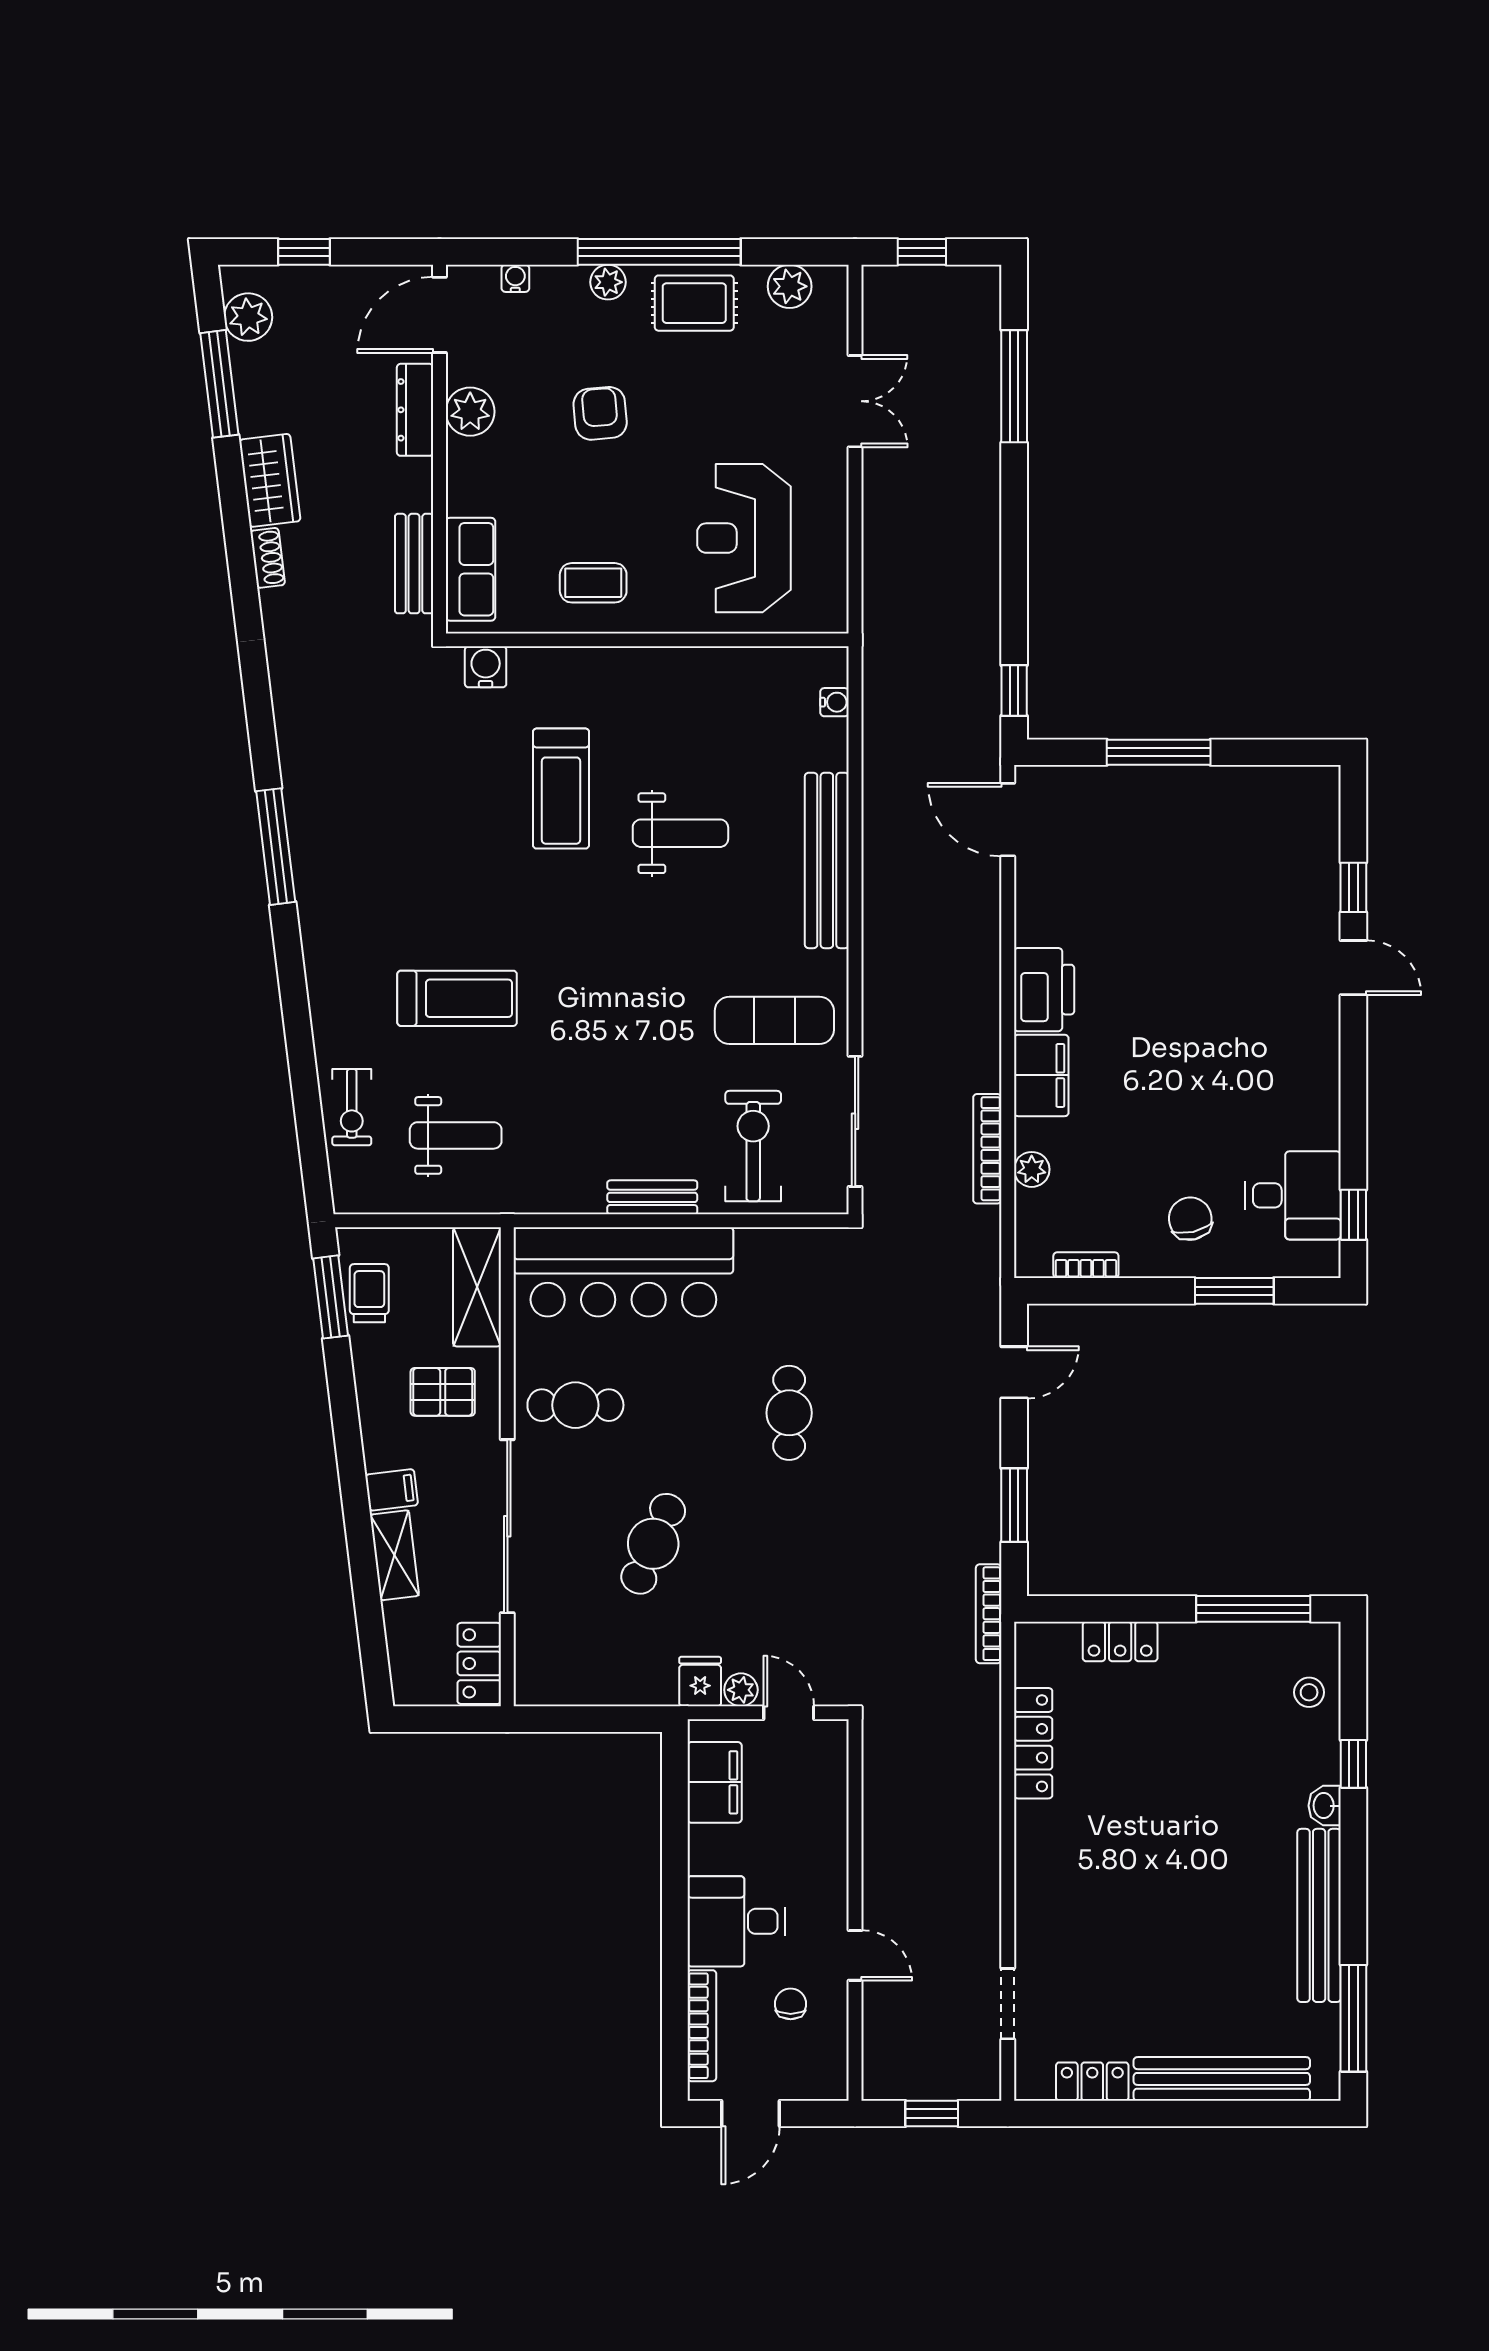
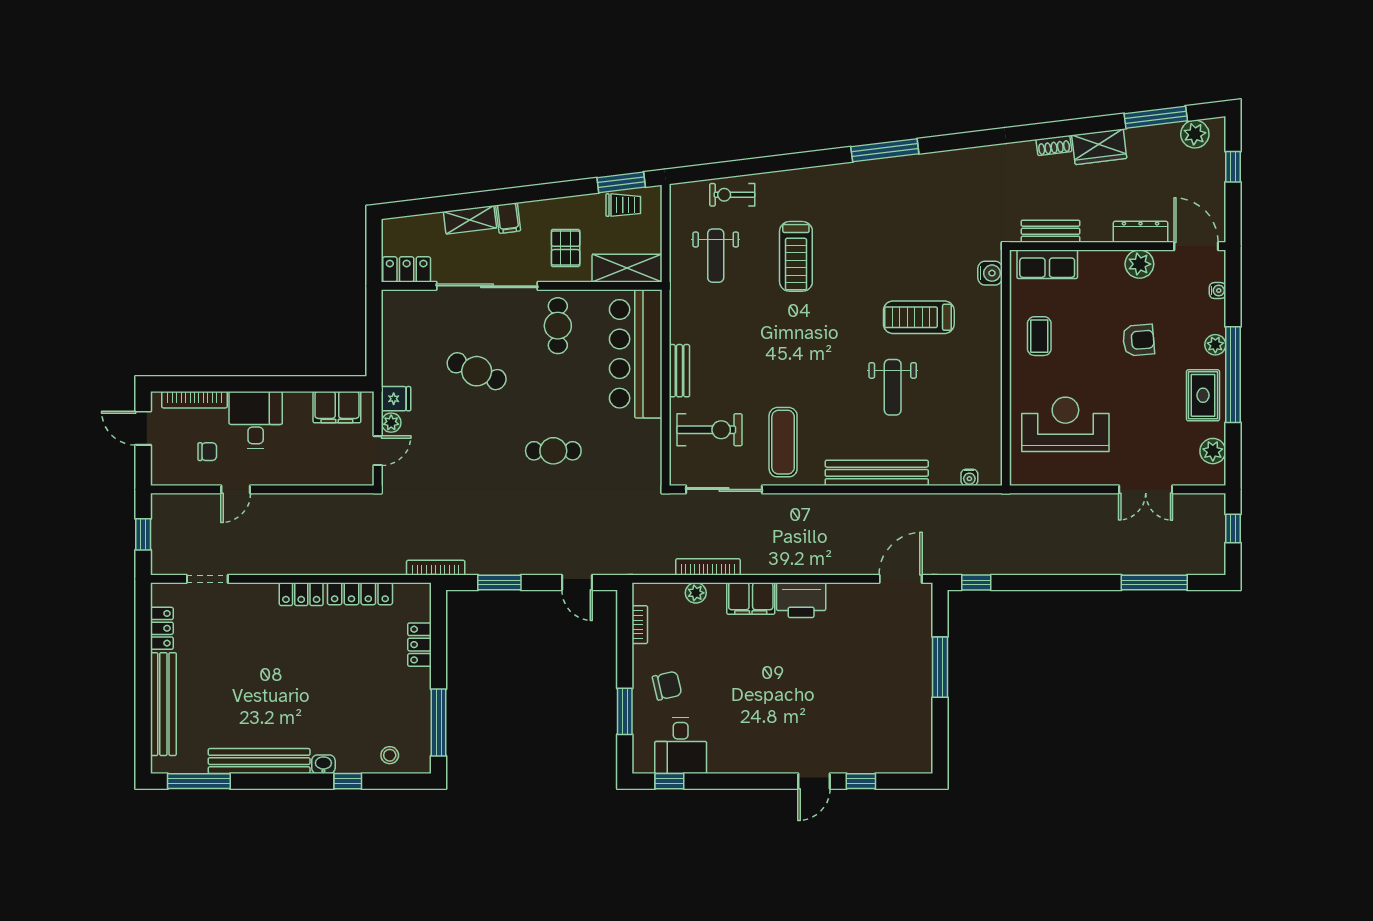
locker: (1034, 1843) -> (301, 594), added

